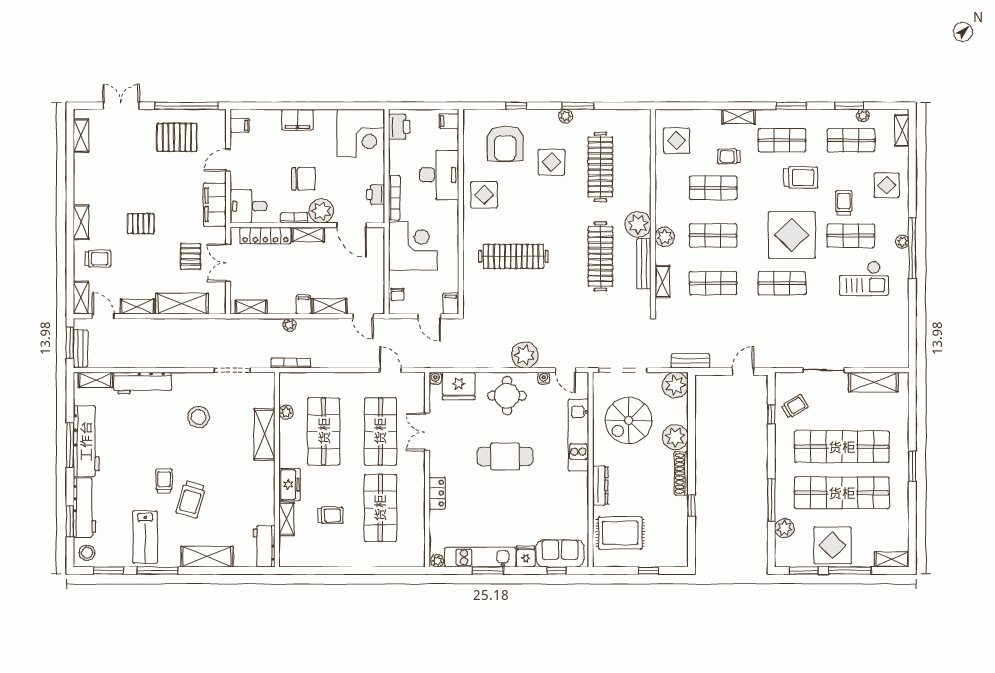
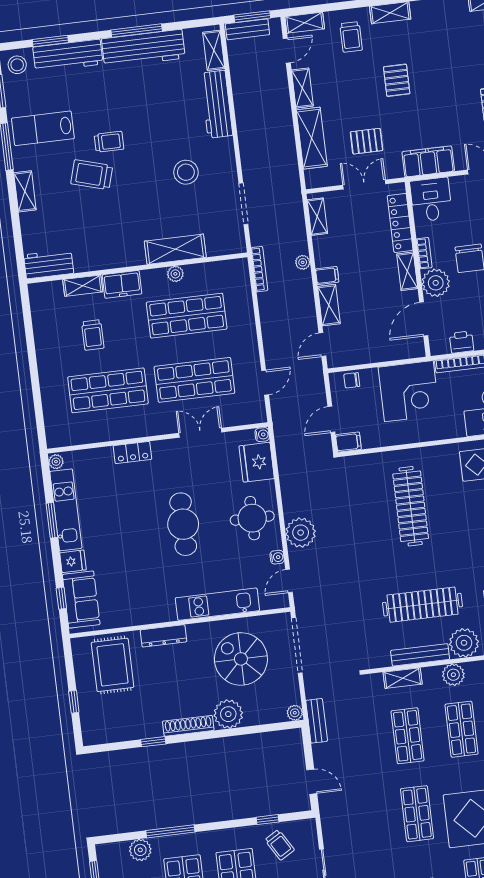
plant: (675, 385) -> (295, 713), width x0.53, depth x0.53
plant: (286, 412) -> (175, 274), moved
shelving: (207, 557) -> (25, 191), width x0.67, depth x0.75

